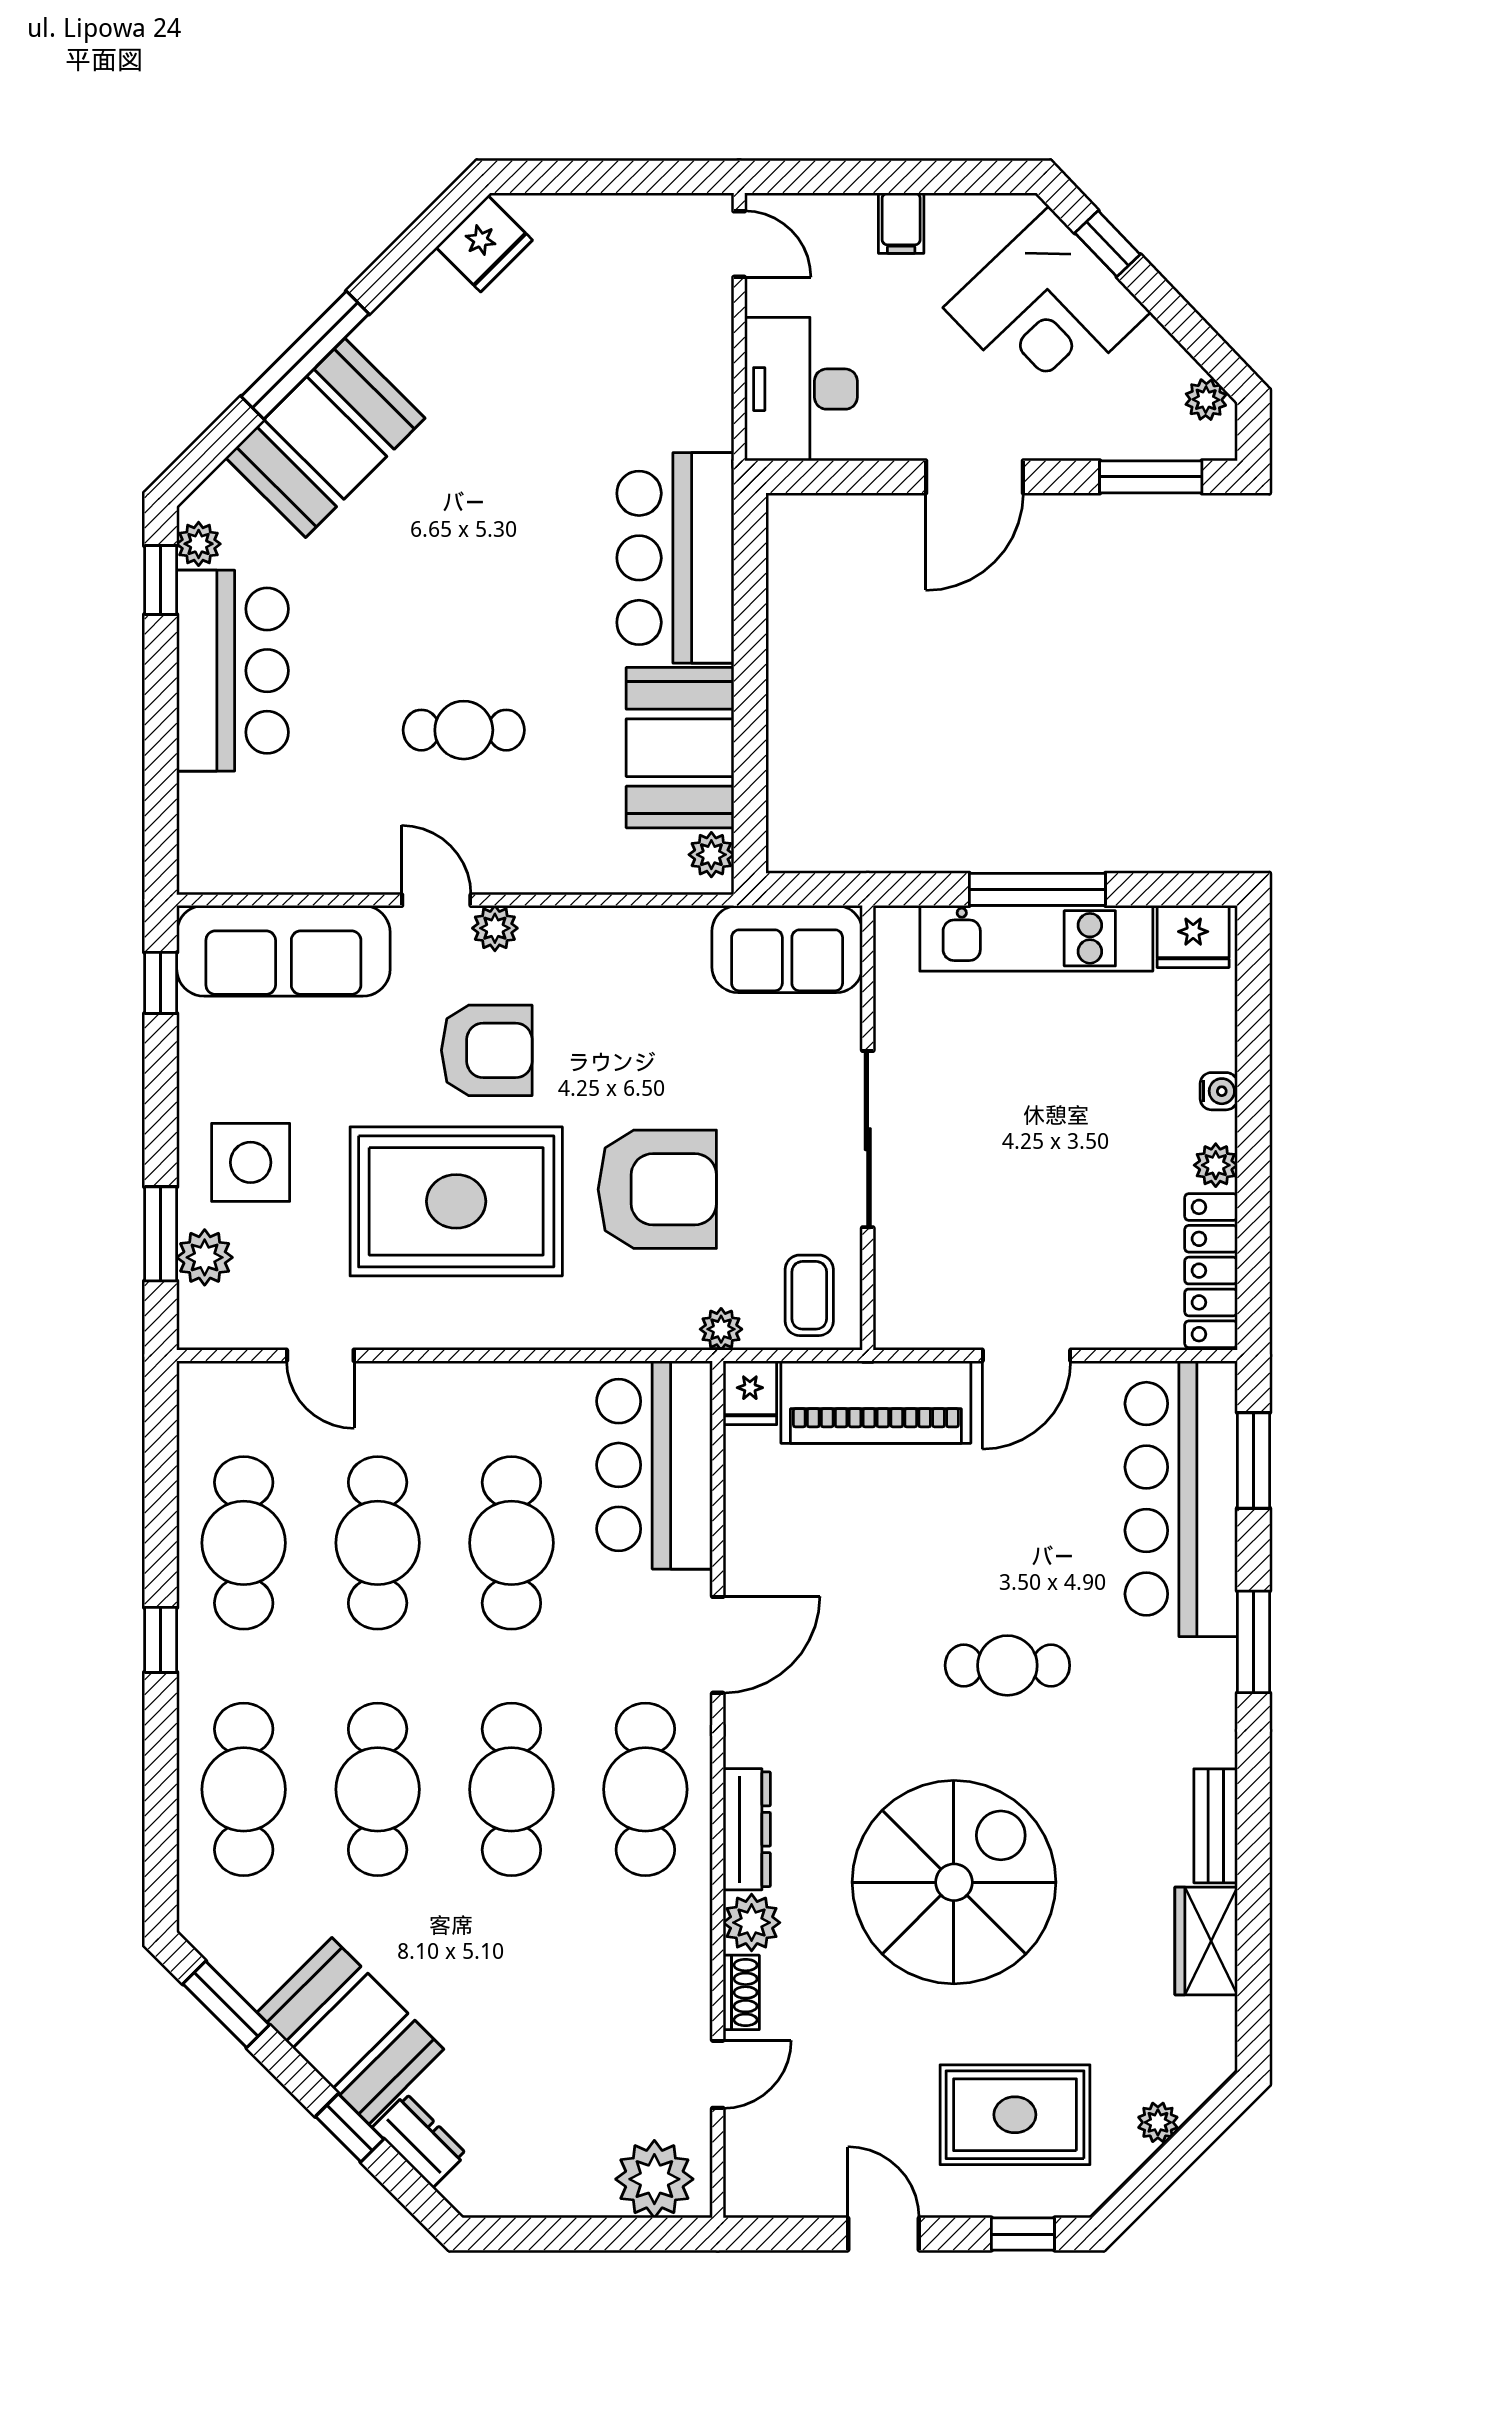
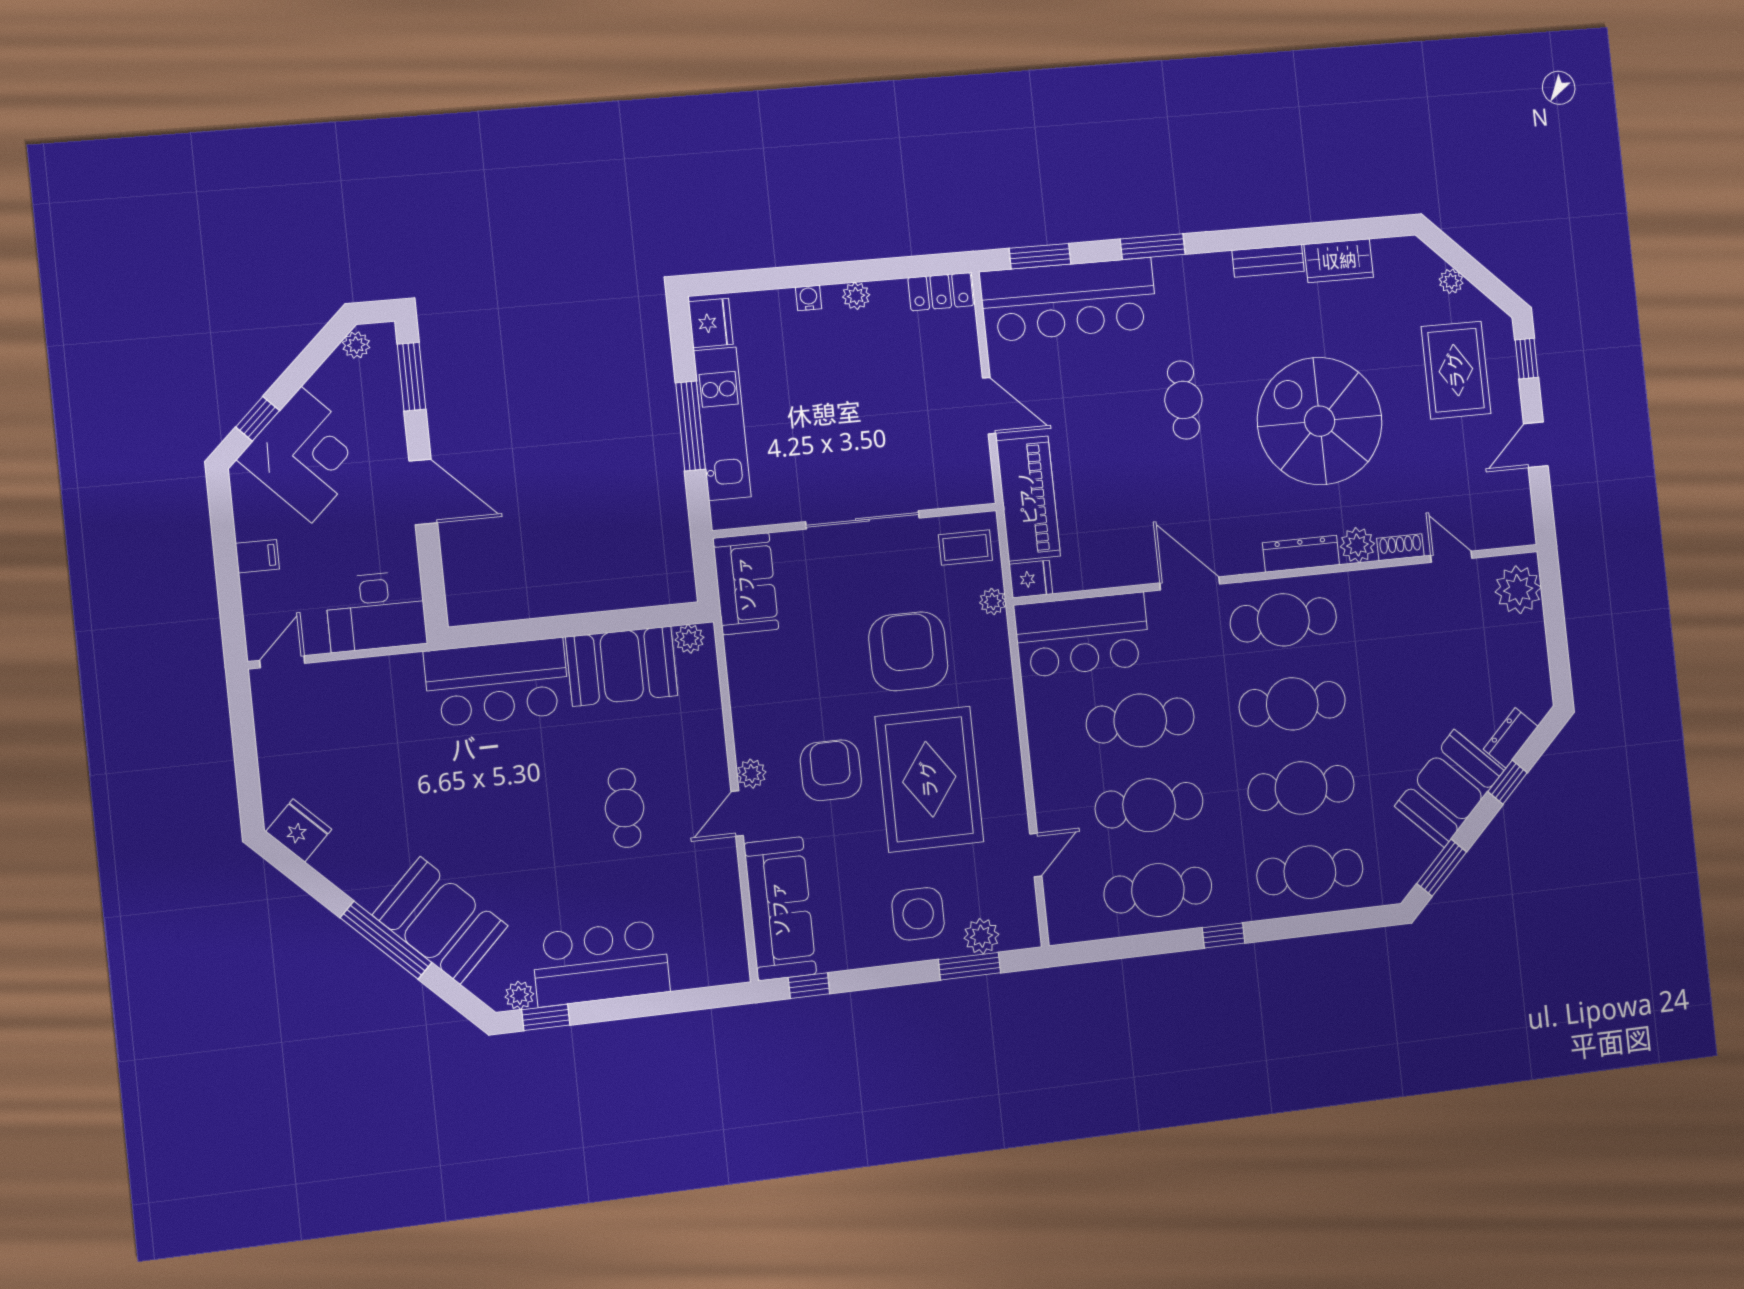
locker: (1211, 1271) -> (941, 292), width x0.66

